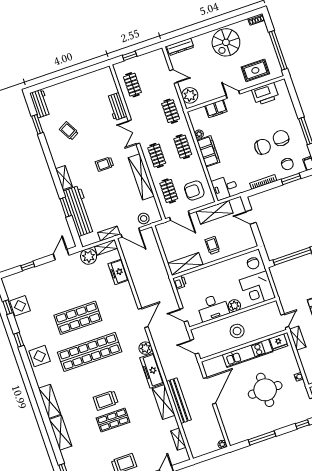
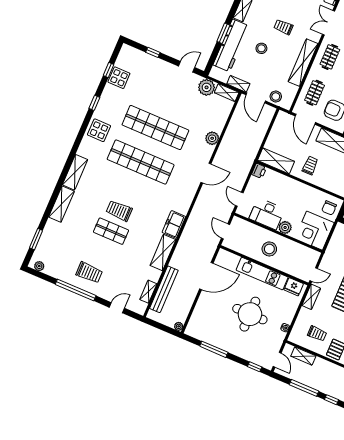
stool: (103, 193) -> (261, 48), added
freezer: (118, 272) -> (219, 120), removed
shop shelf: (78, 318) -> (155, 128), width x1.40
plant: (145, 348) -> (212, 138), moved
freezer: (152, 371) -> (174, 224), width x0.71
bench: (179, 401) -> (164, 289), moved

